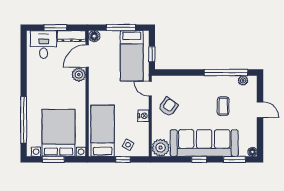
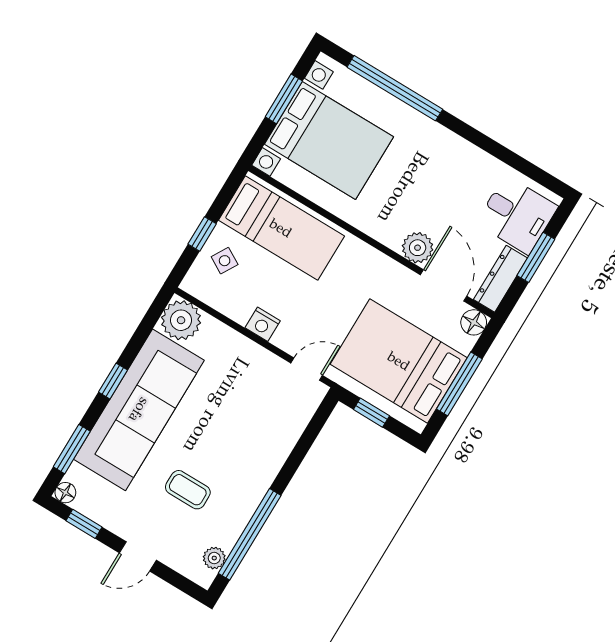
bed: (132, 56) -> (399, 361), width x1.50
armchair: (168, 107) -> (251, 383), removed
window: (260, 138) -> (84, 524), added

